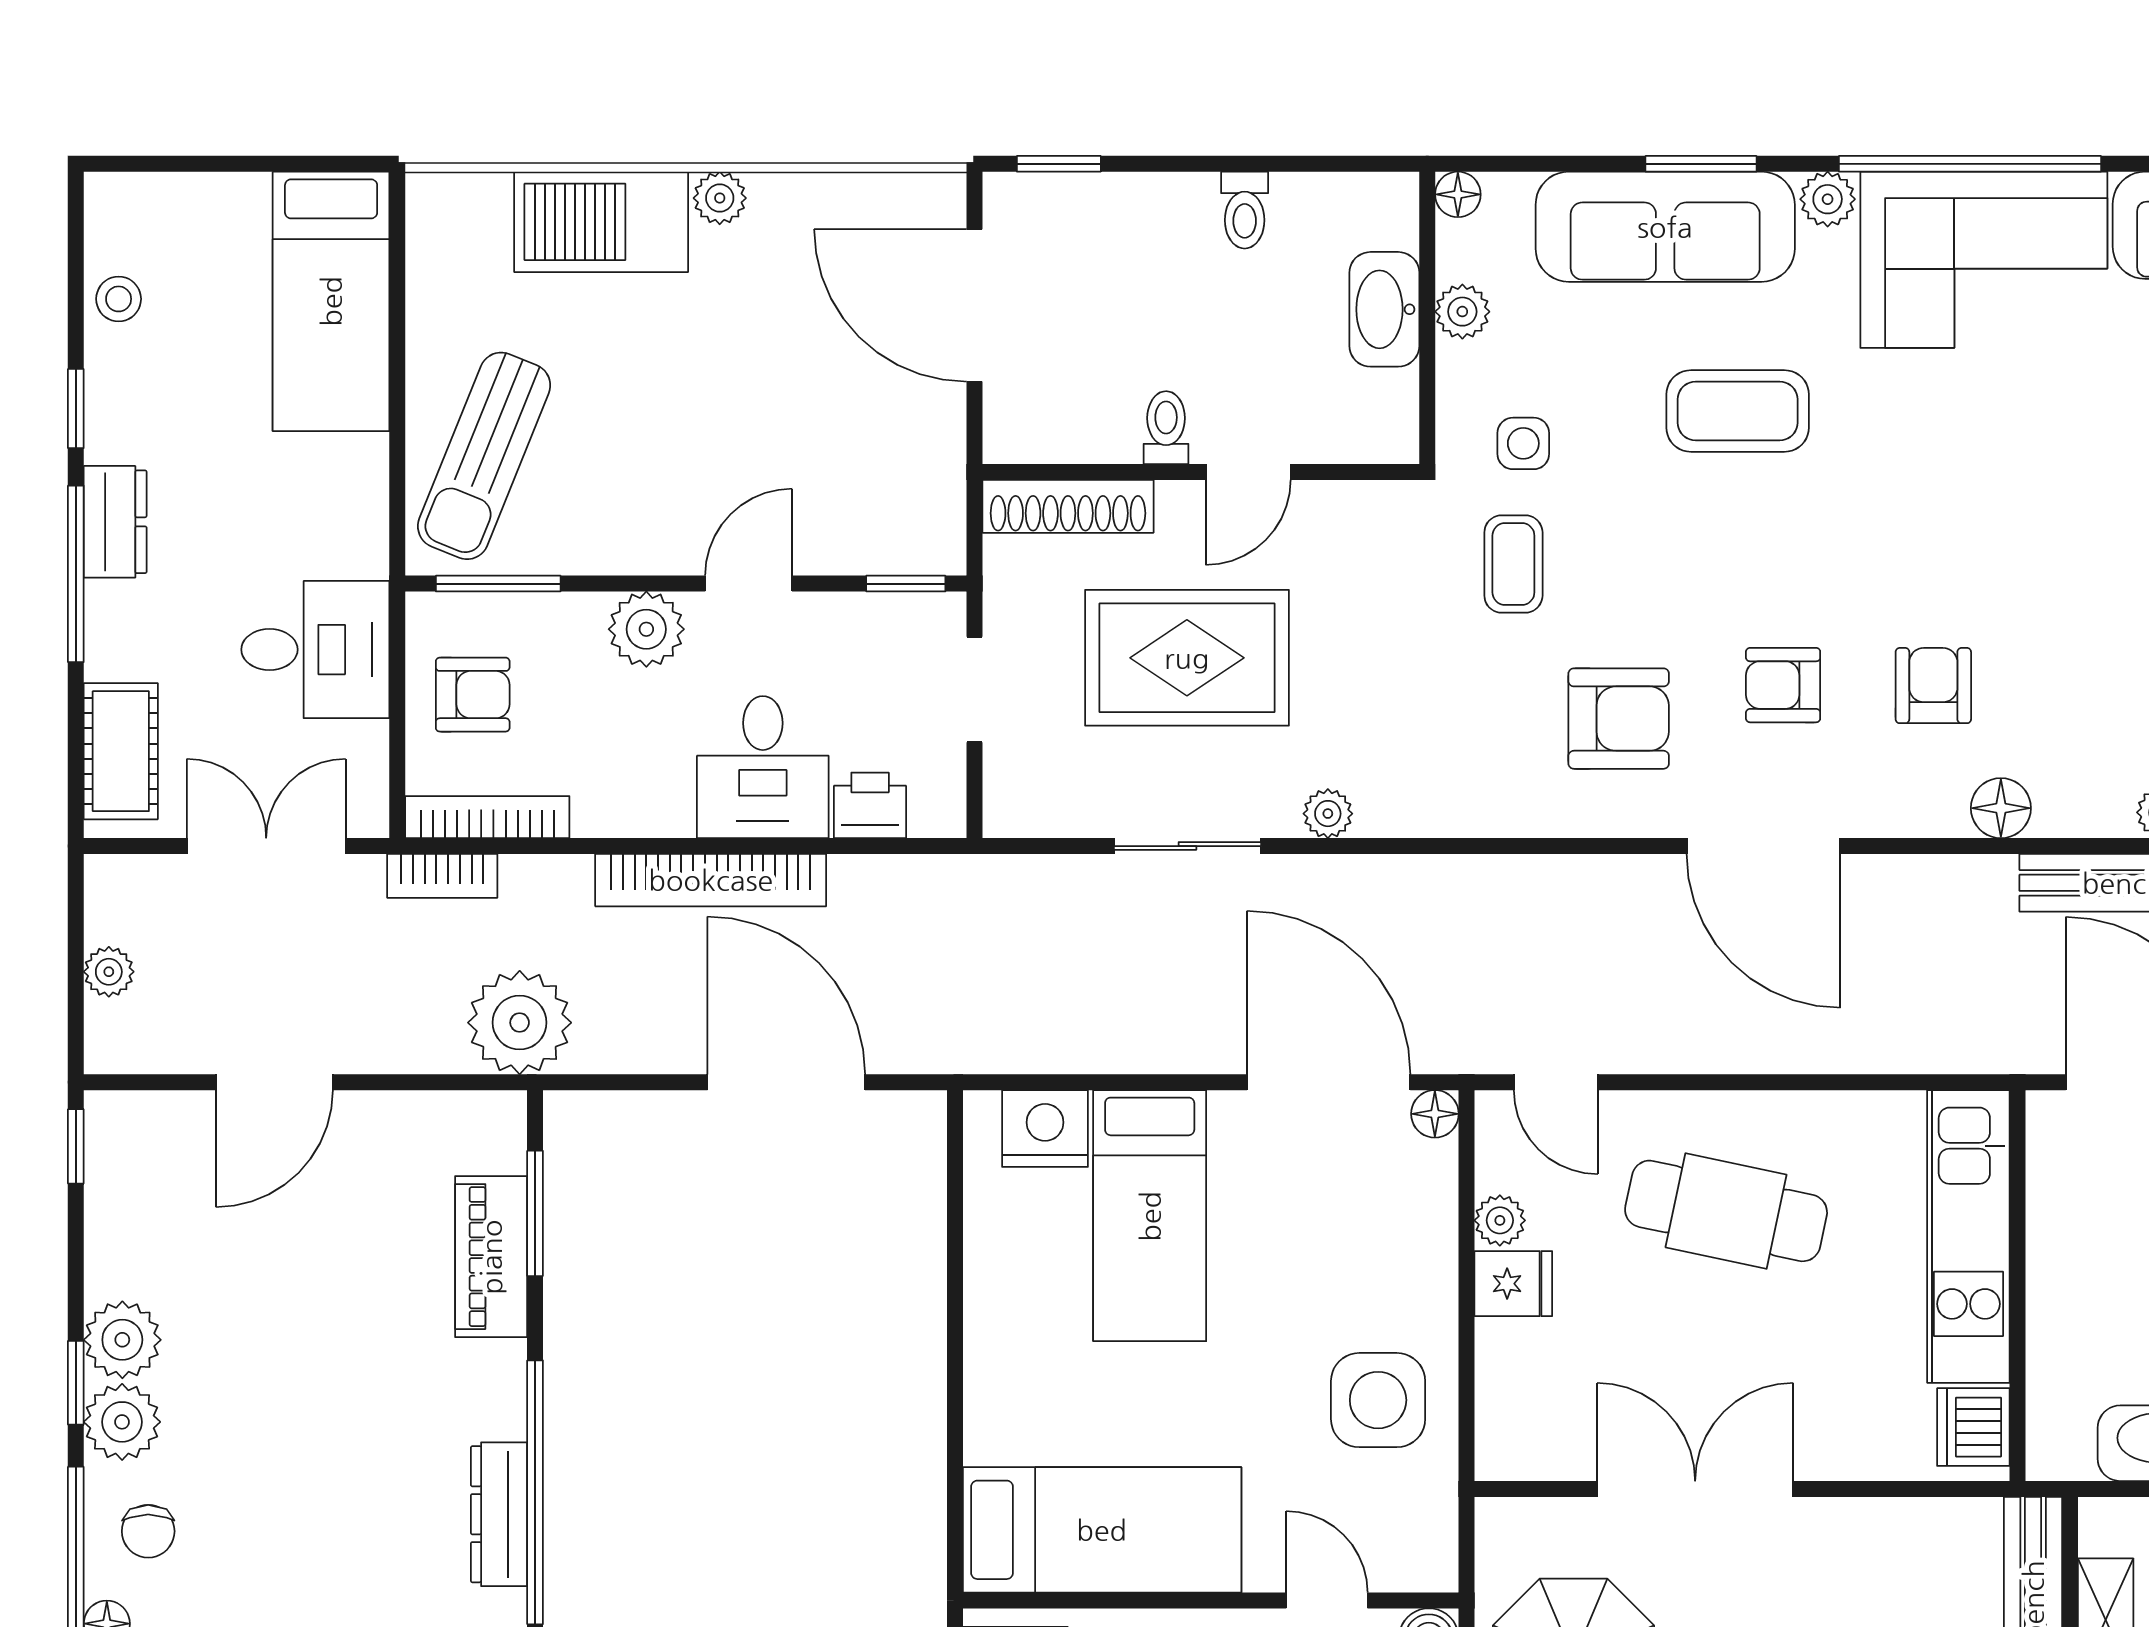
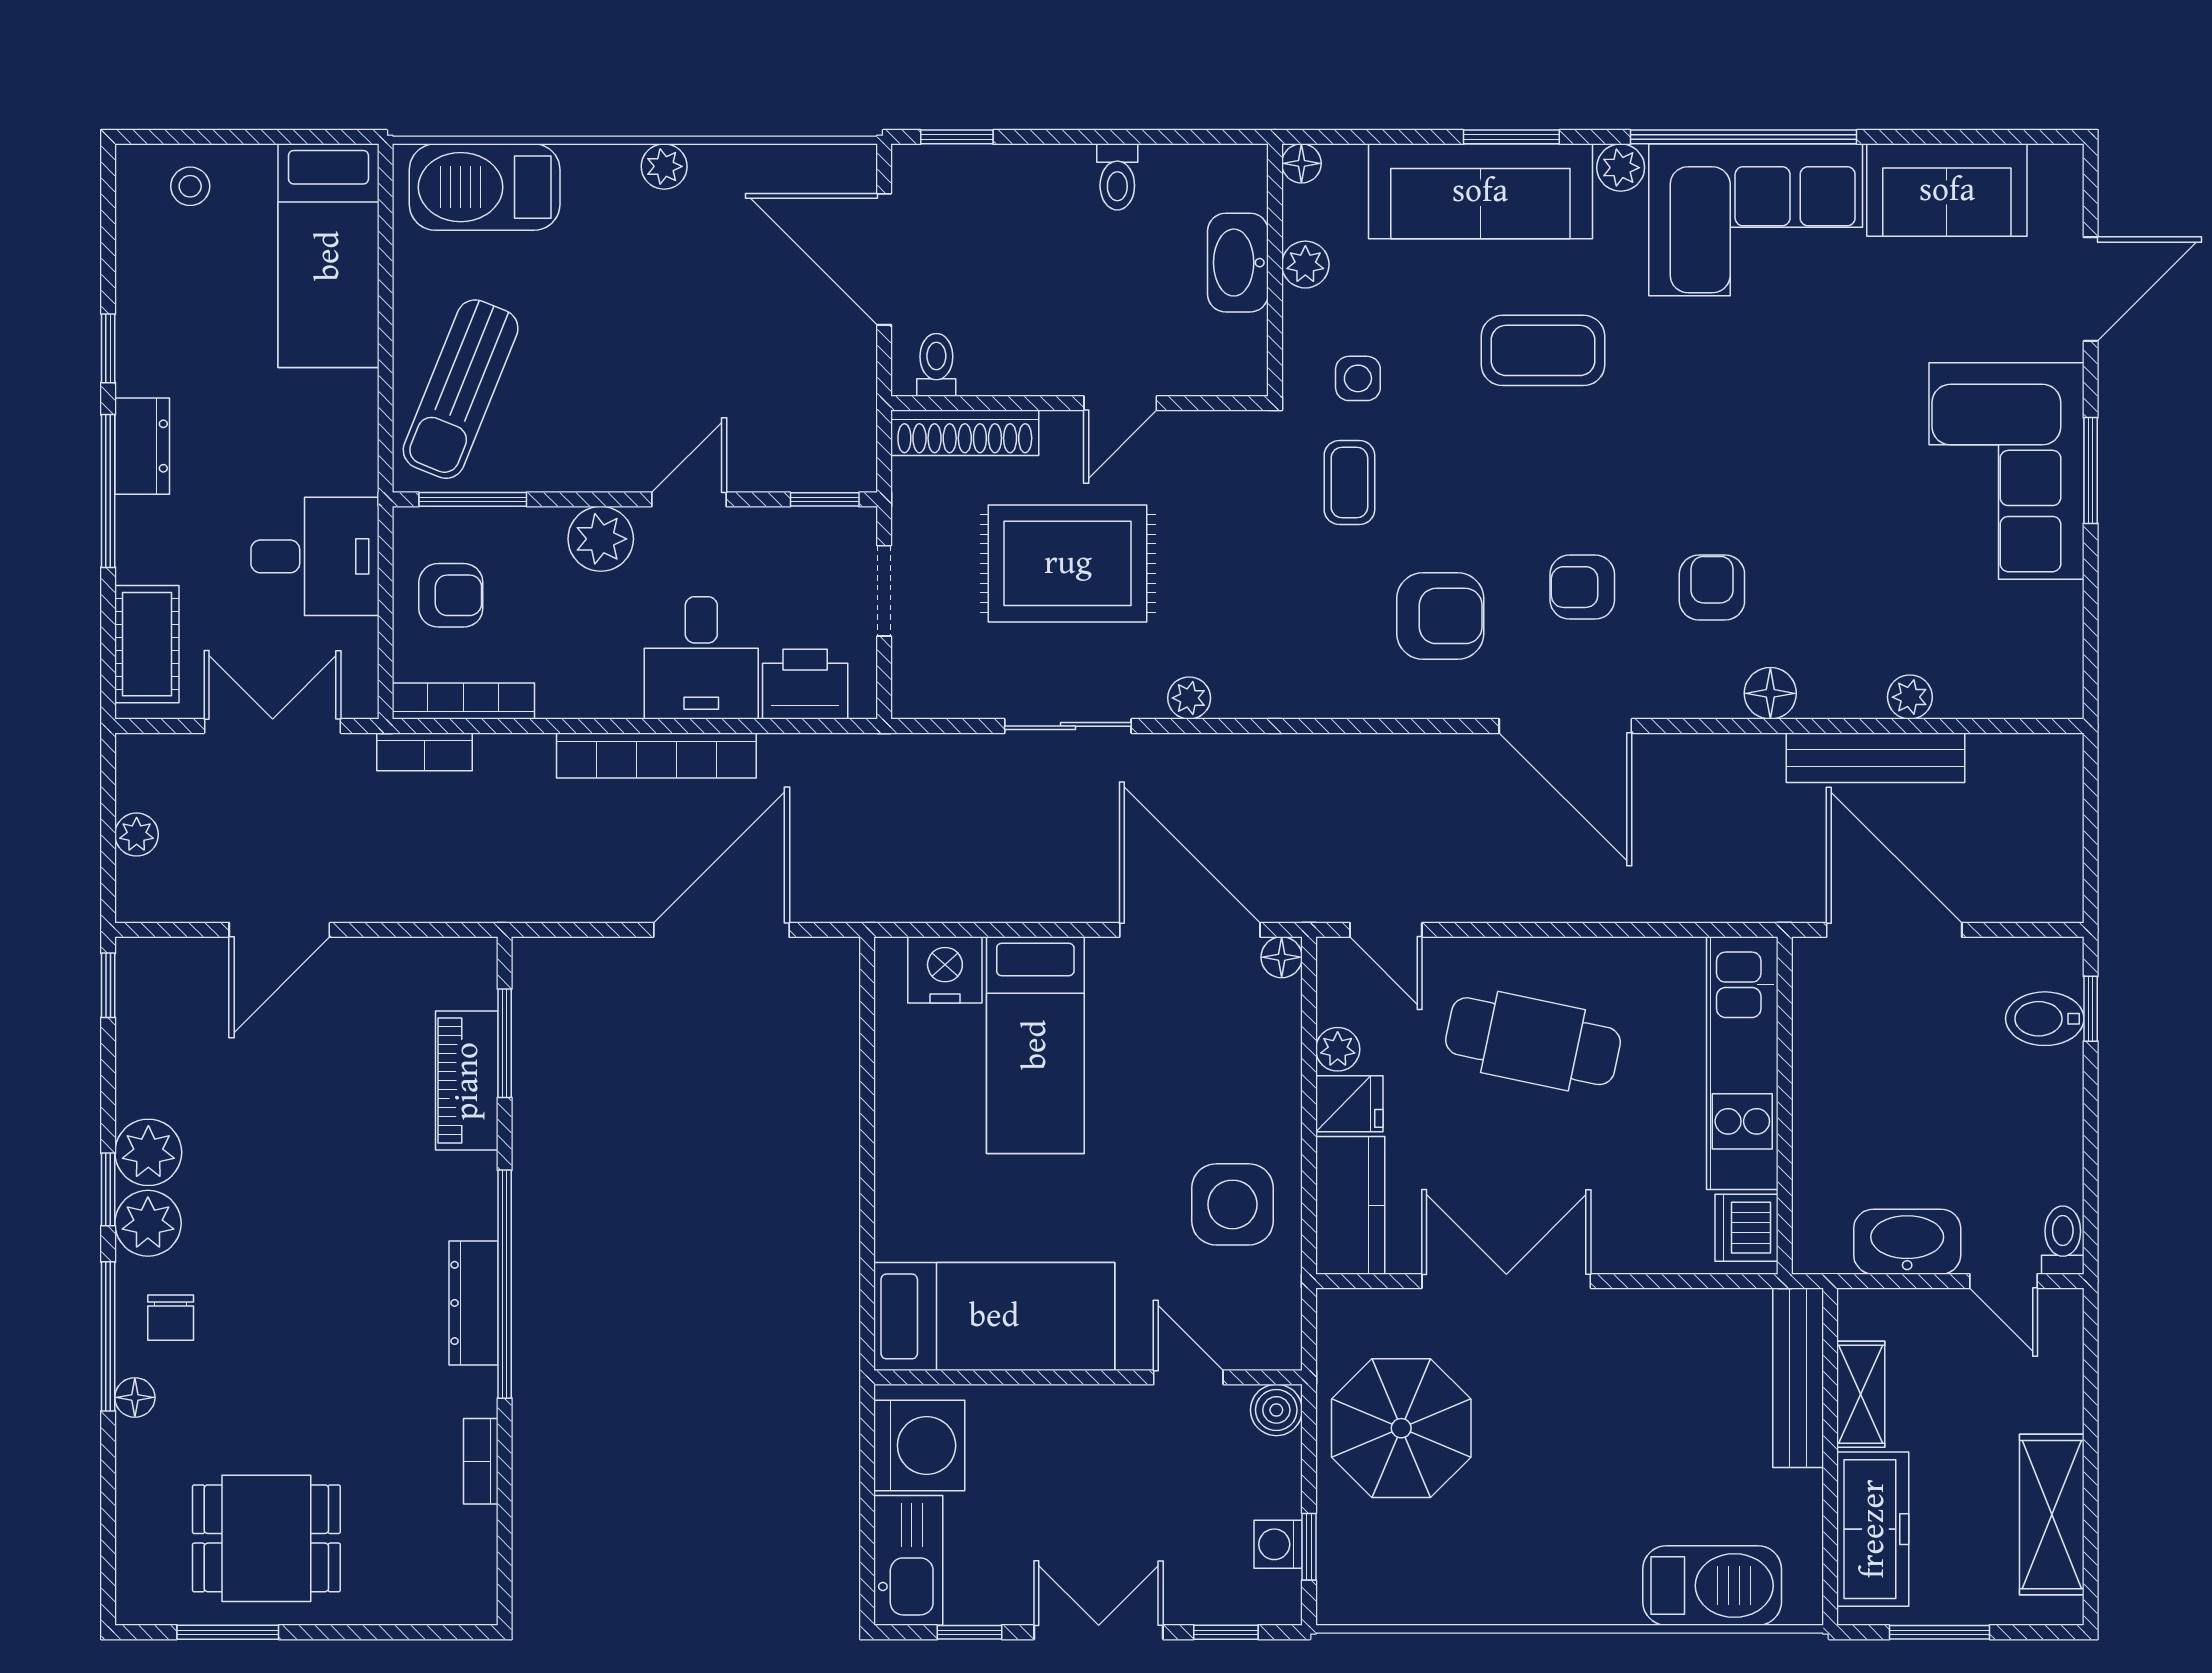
barbecue: (601, 222) -> (485, 187), moved
stool: (119, 299) -> (190, 186), moved
toilet: (1166, 428) -> (936, 365), moved
printer: (870, 805) -> (805, 684), width x1.36, depth x1.24
plant: (520, 1023) -> (491, 878), removed
door: (786, 1082) -> (721, 930), hinge flipped
kitchen counter: (1514, 1401) -> (1350, 1205), added

